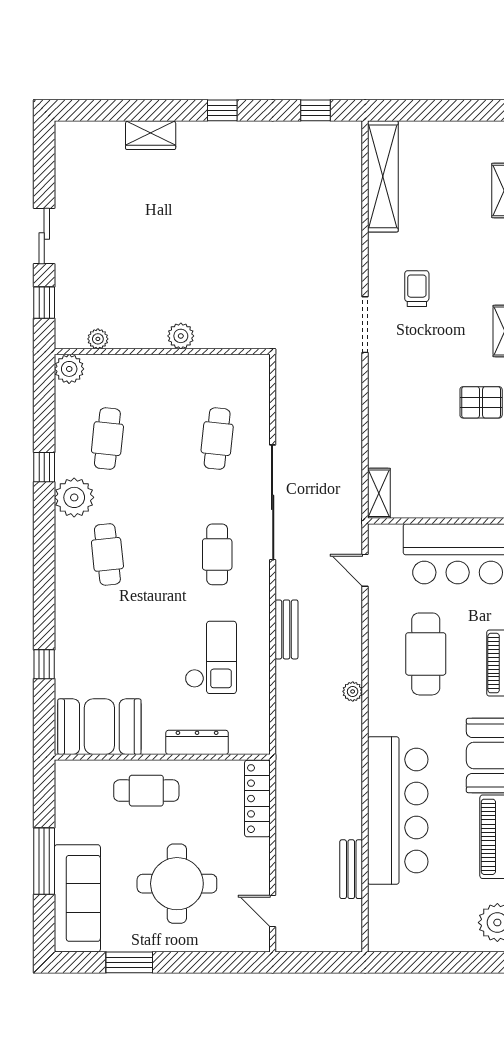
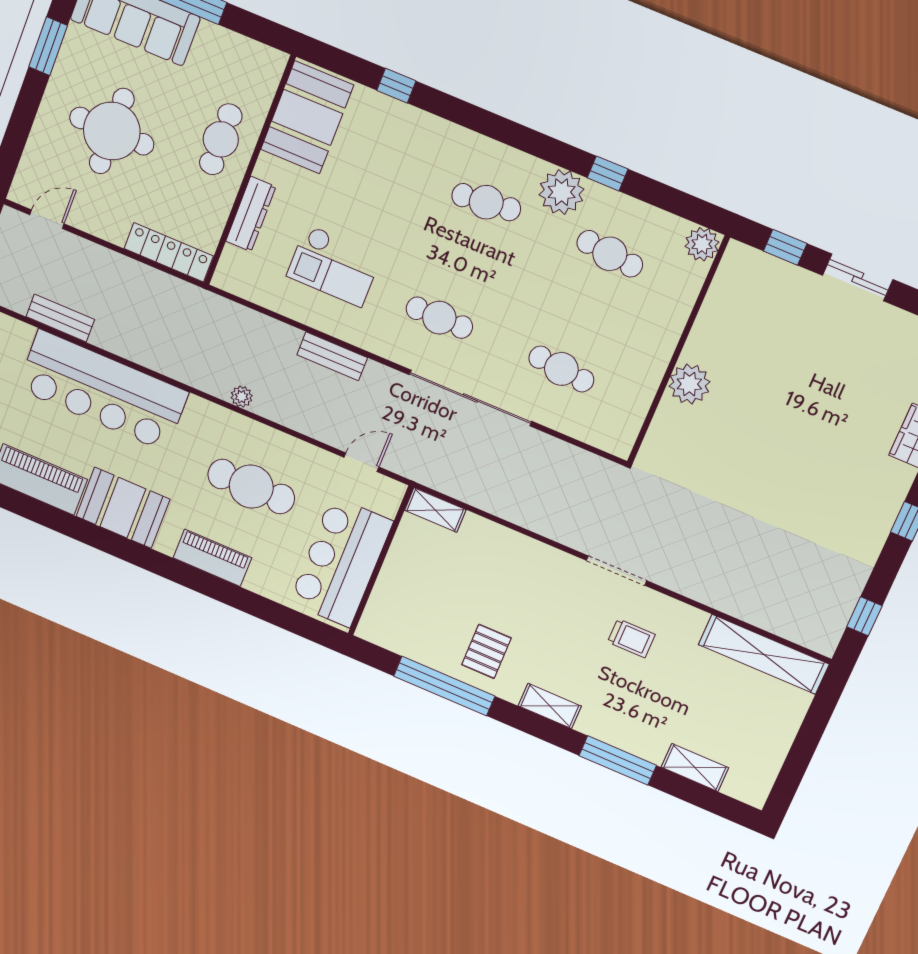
plant: (181, 336) -> (689, 384), width x1.36, depth x1.36
plant: (98, 339) -> (721, 288), removed

